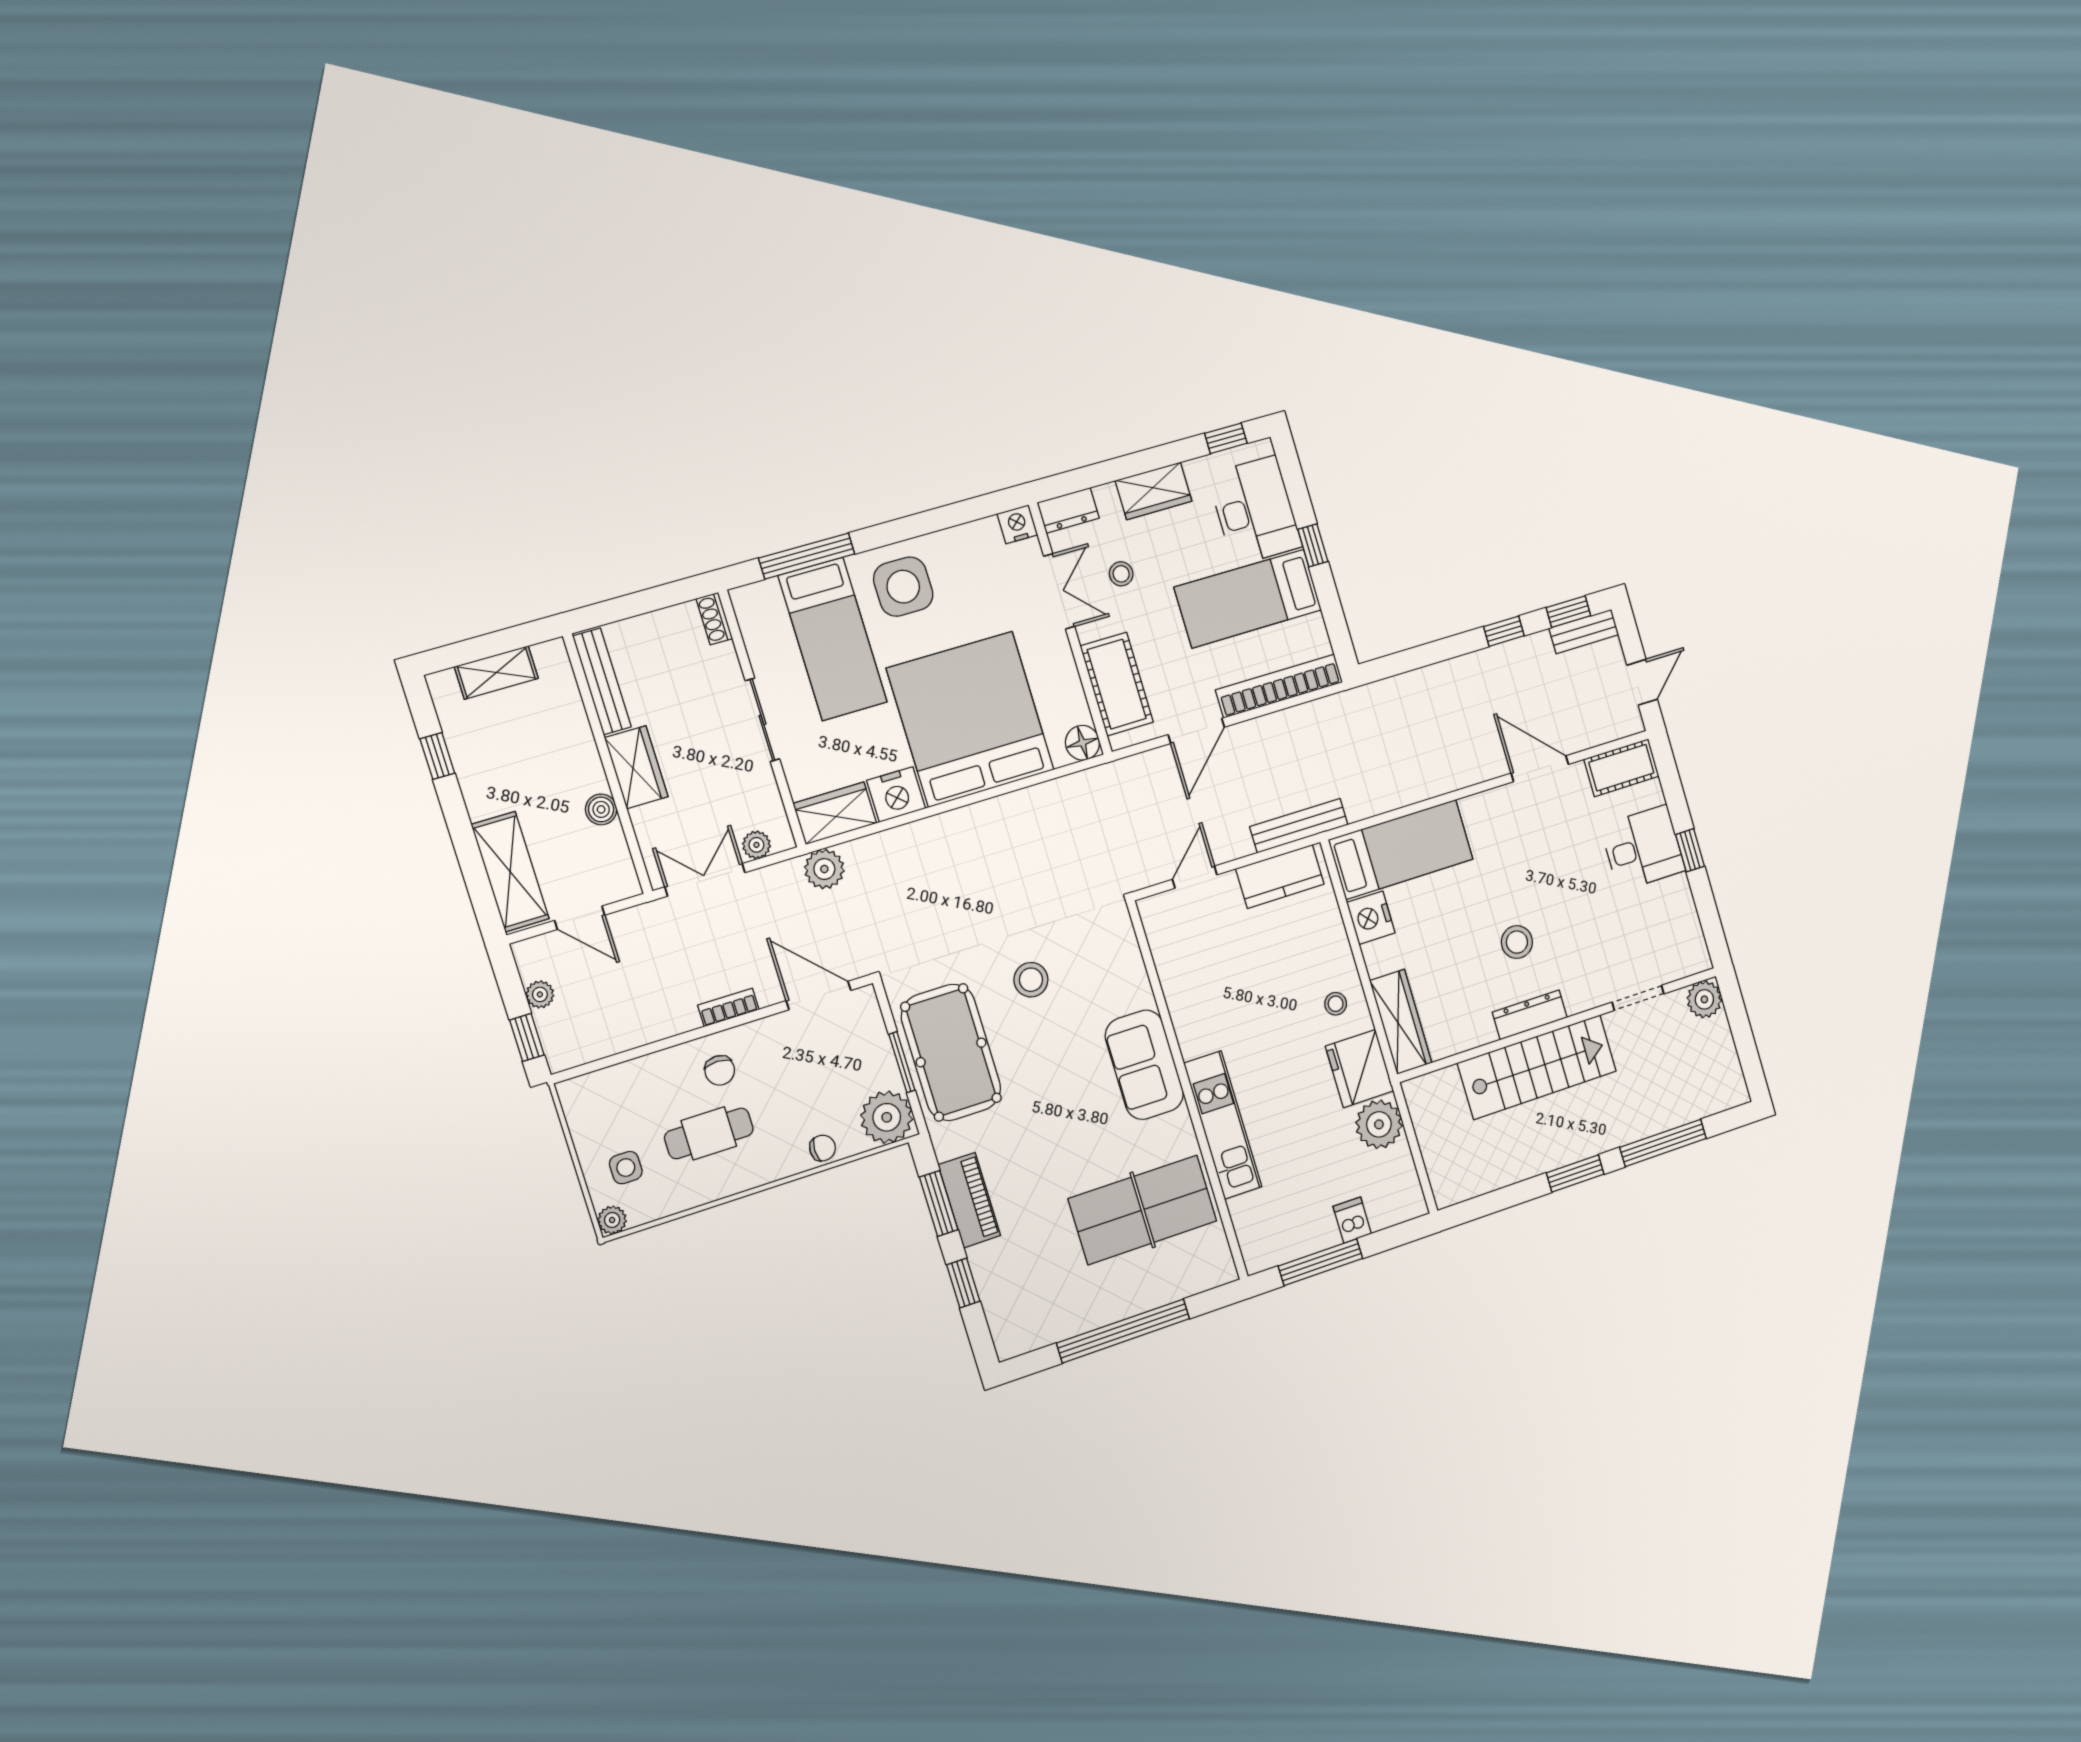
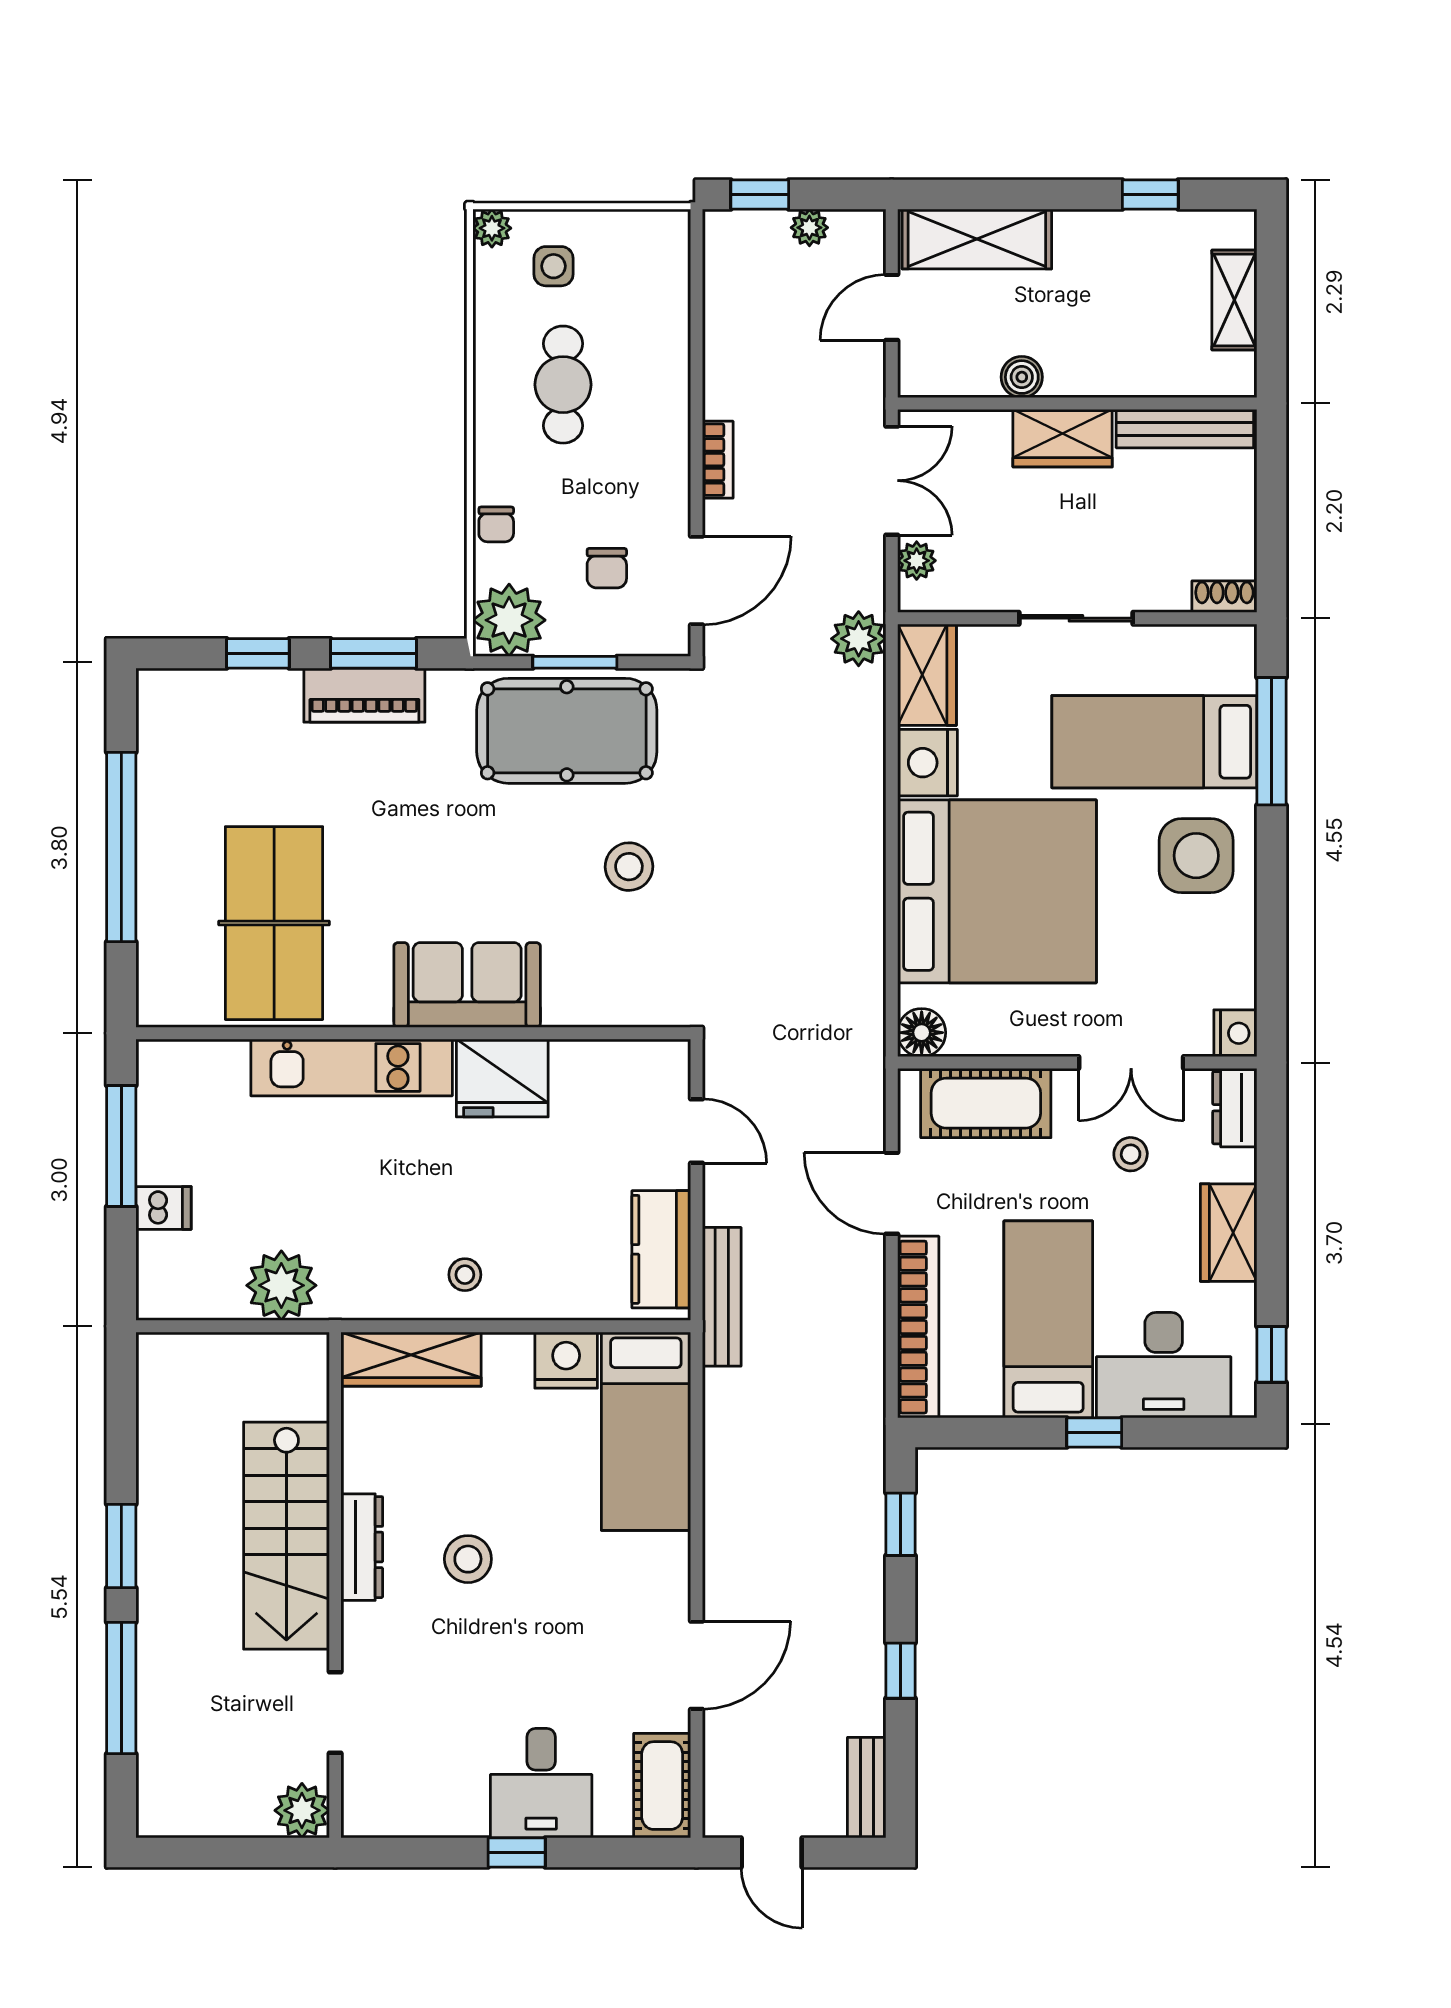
window: (1568, 612) -> (900, 1524), moved
fridge: (1360, 1069) -> (502, 1078), moved, turned 180
chair: (720, 1070) -> (607, 568), moved, turned -90

